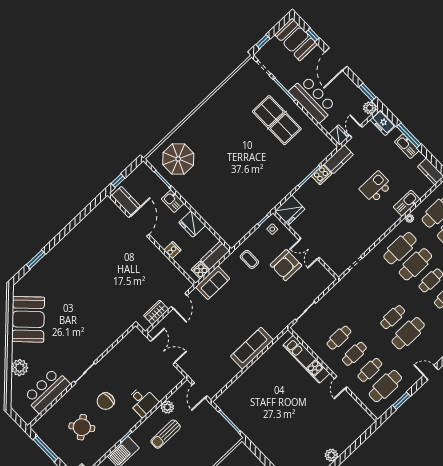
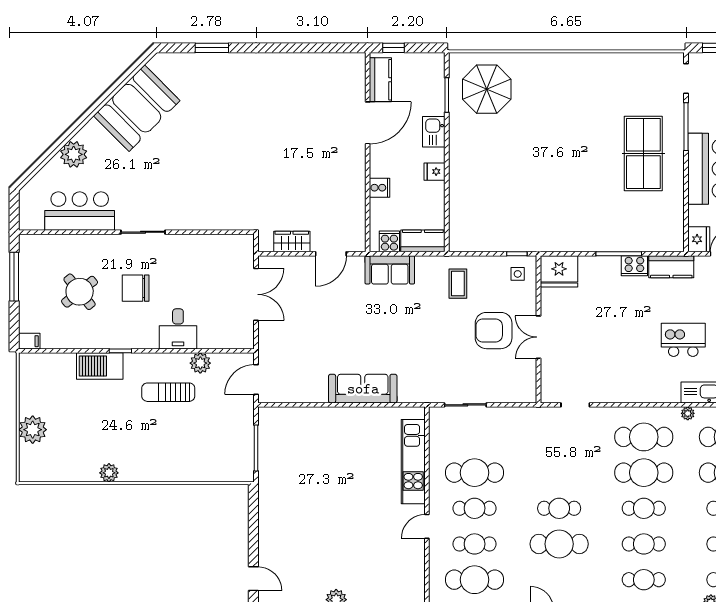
fridge: (192, 224) -> (434, 172), width x0.53, depth x0.75
cafe table: (339, 338) -> (475, 473), width x1.37, depth x1.35

